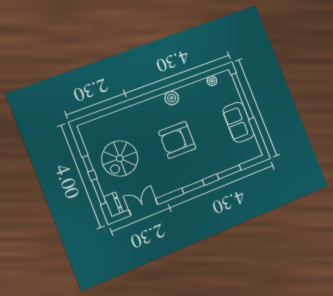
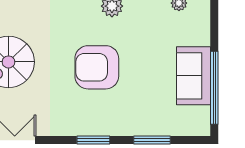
window: (242, 96) -> (214, 88), moved

